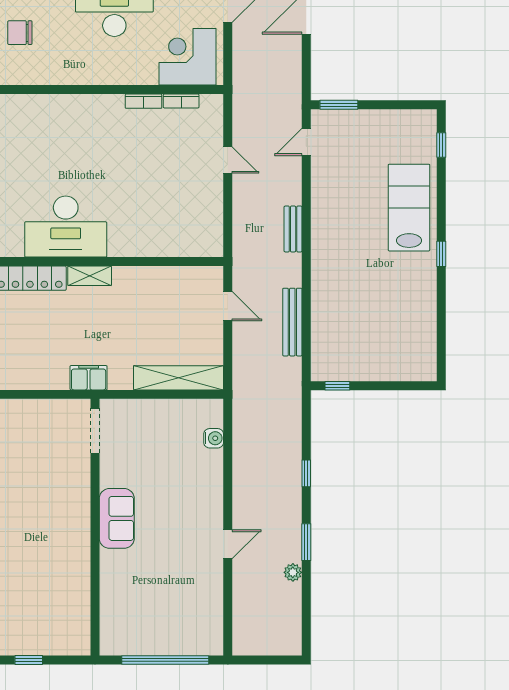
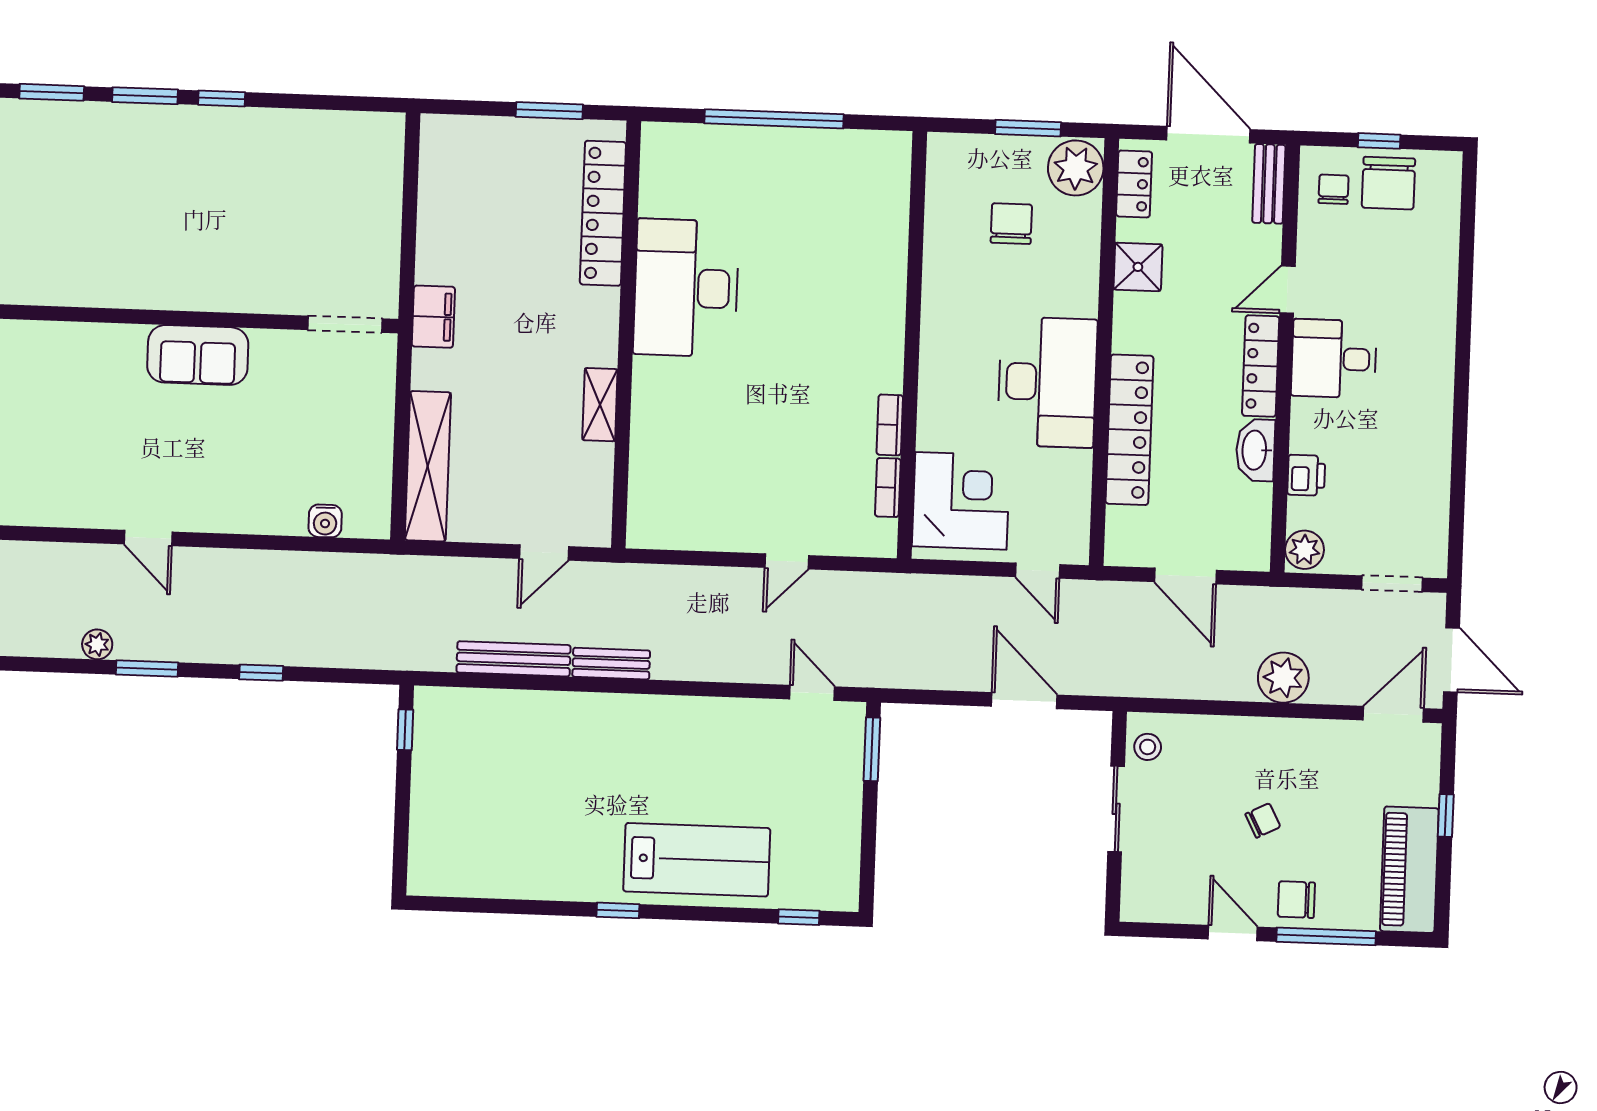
bench: (293, 229) -> (611, 664), moved
shelving: (90, 276) -> (600, 405), moved

